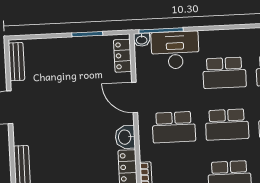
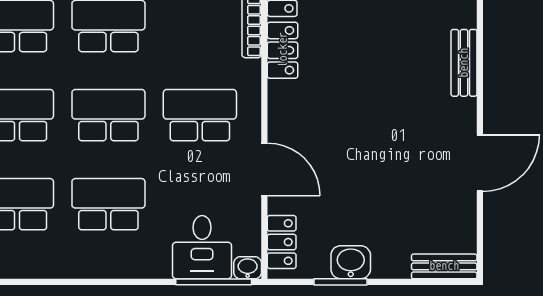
desk: (175, 50) -> (202, 247), width x0.73
bench: (16, 62) -> (444, 266), moved, turned 90
washbasin: (125, 137) -> (351, 262), moved, turned -90

